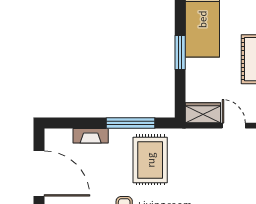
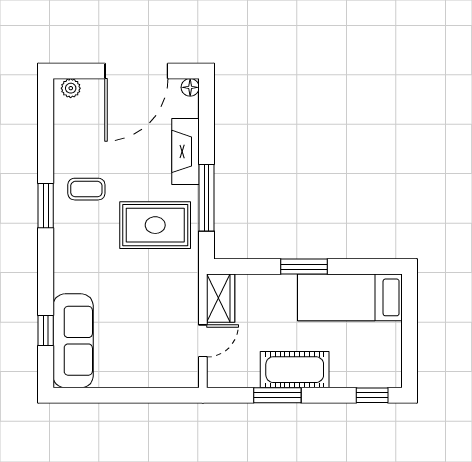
floor lamp: (51, 135) -> (190, 87), added
fireplace: (91, 136) -> (185, 151), width x1.37, depth x1.32

